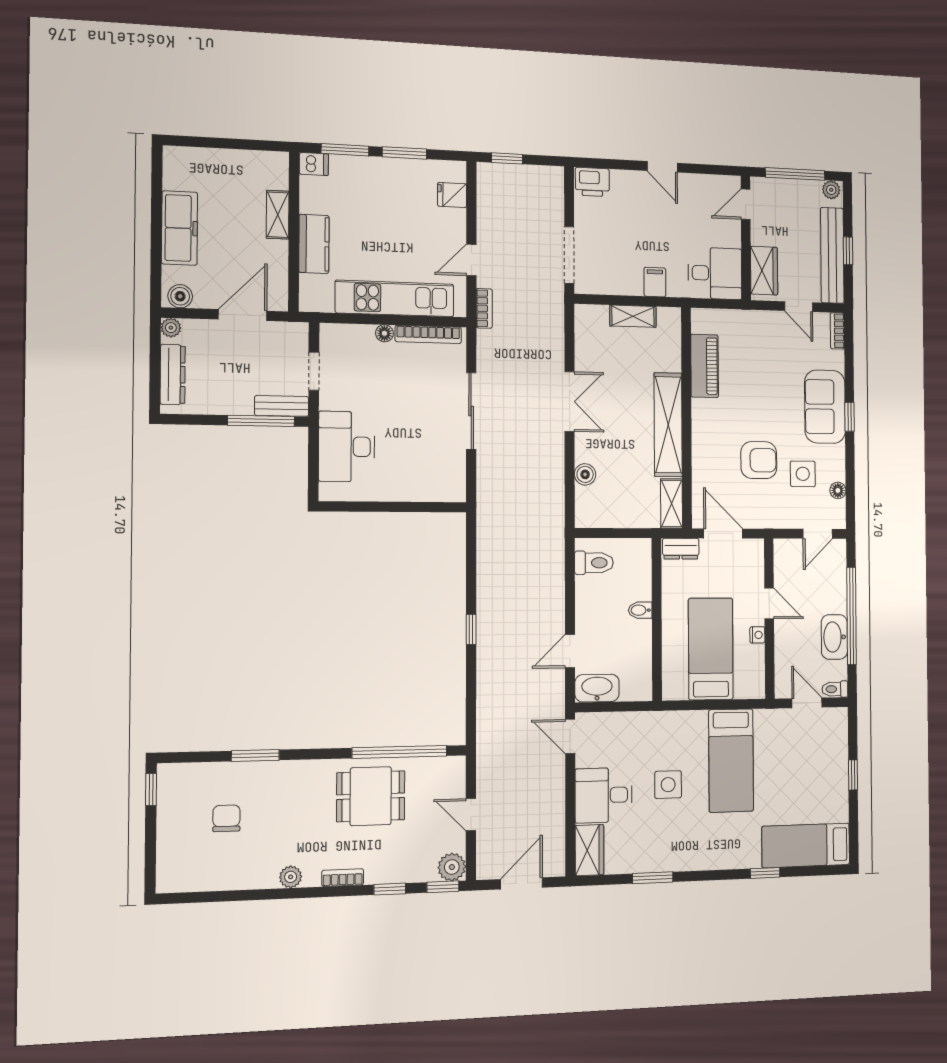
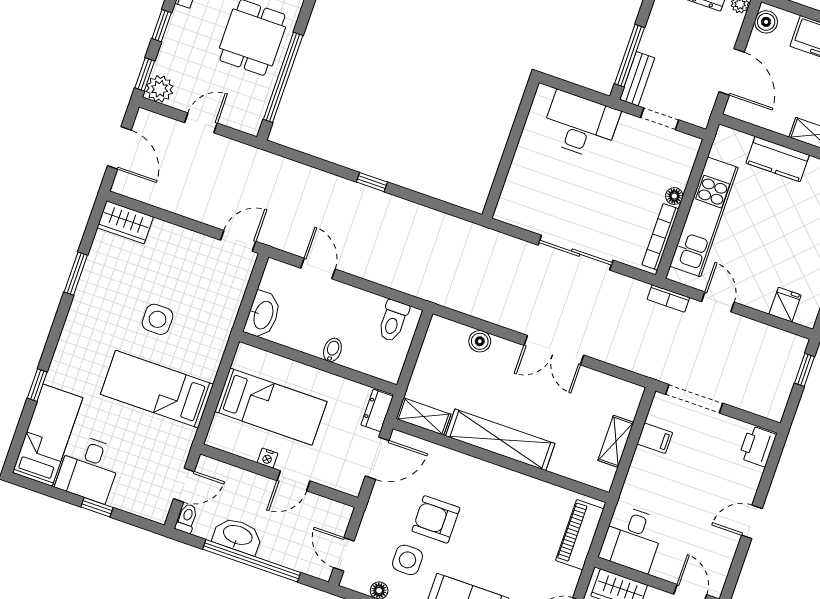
filing cabinet: (655, 282) -> (655, 438), moved
piano: (705, 366) -> (580, 535), moved, turned 90
armchair: (759, 460) -> (436, 519), turned 90
washbasin: (597, 688) -> (263, 315), moved
desk: (604, 795) -> (89, 469), moved, turned 180

